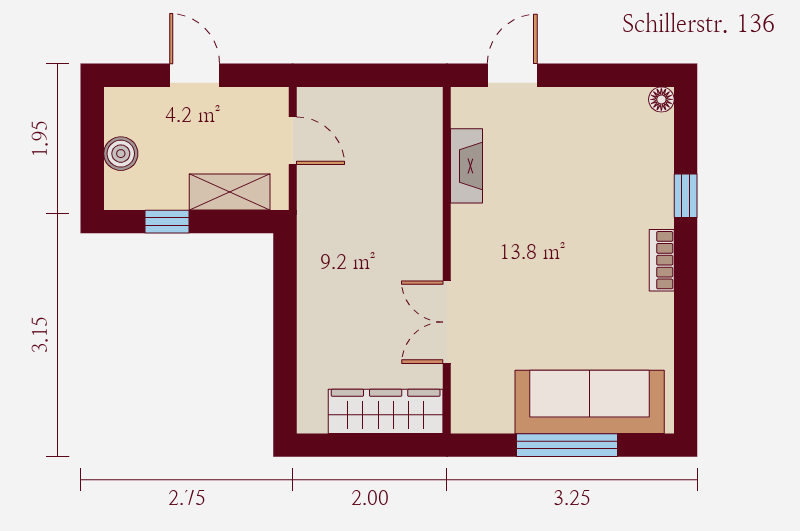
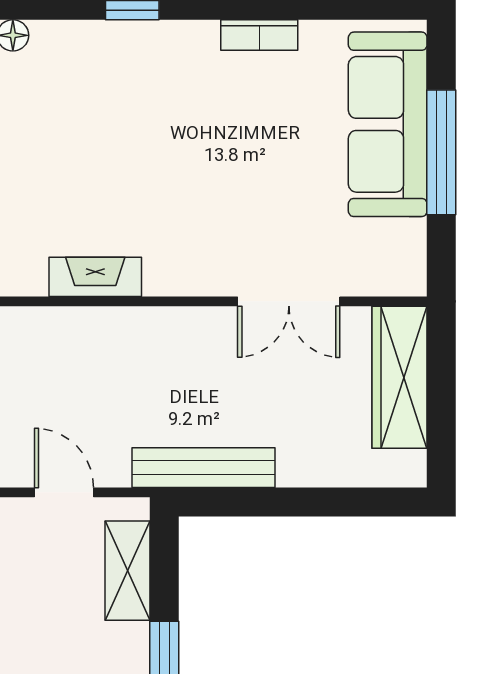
door: (293, 141) -> (64, 492), hinge flipped
bench: (313, 253) -> (204, 468), added
bookcase: (662, 260) -> (259, 35), moved

